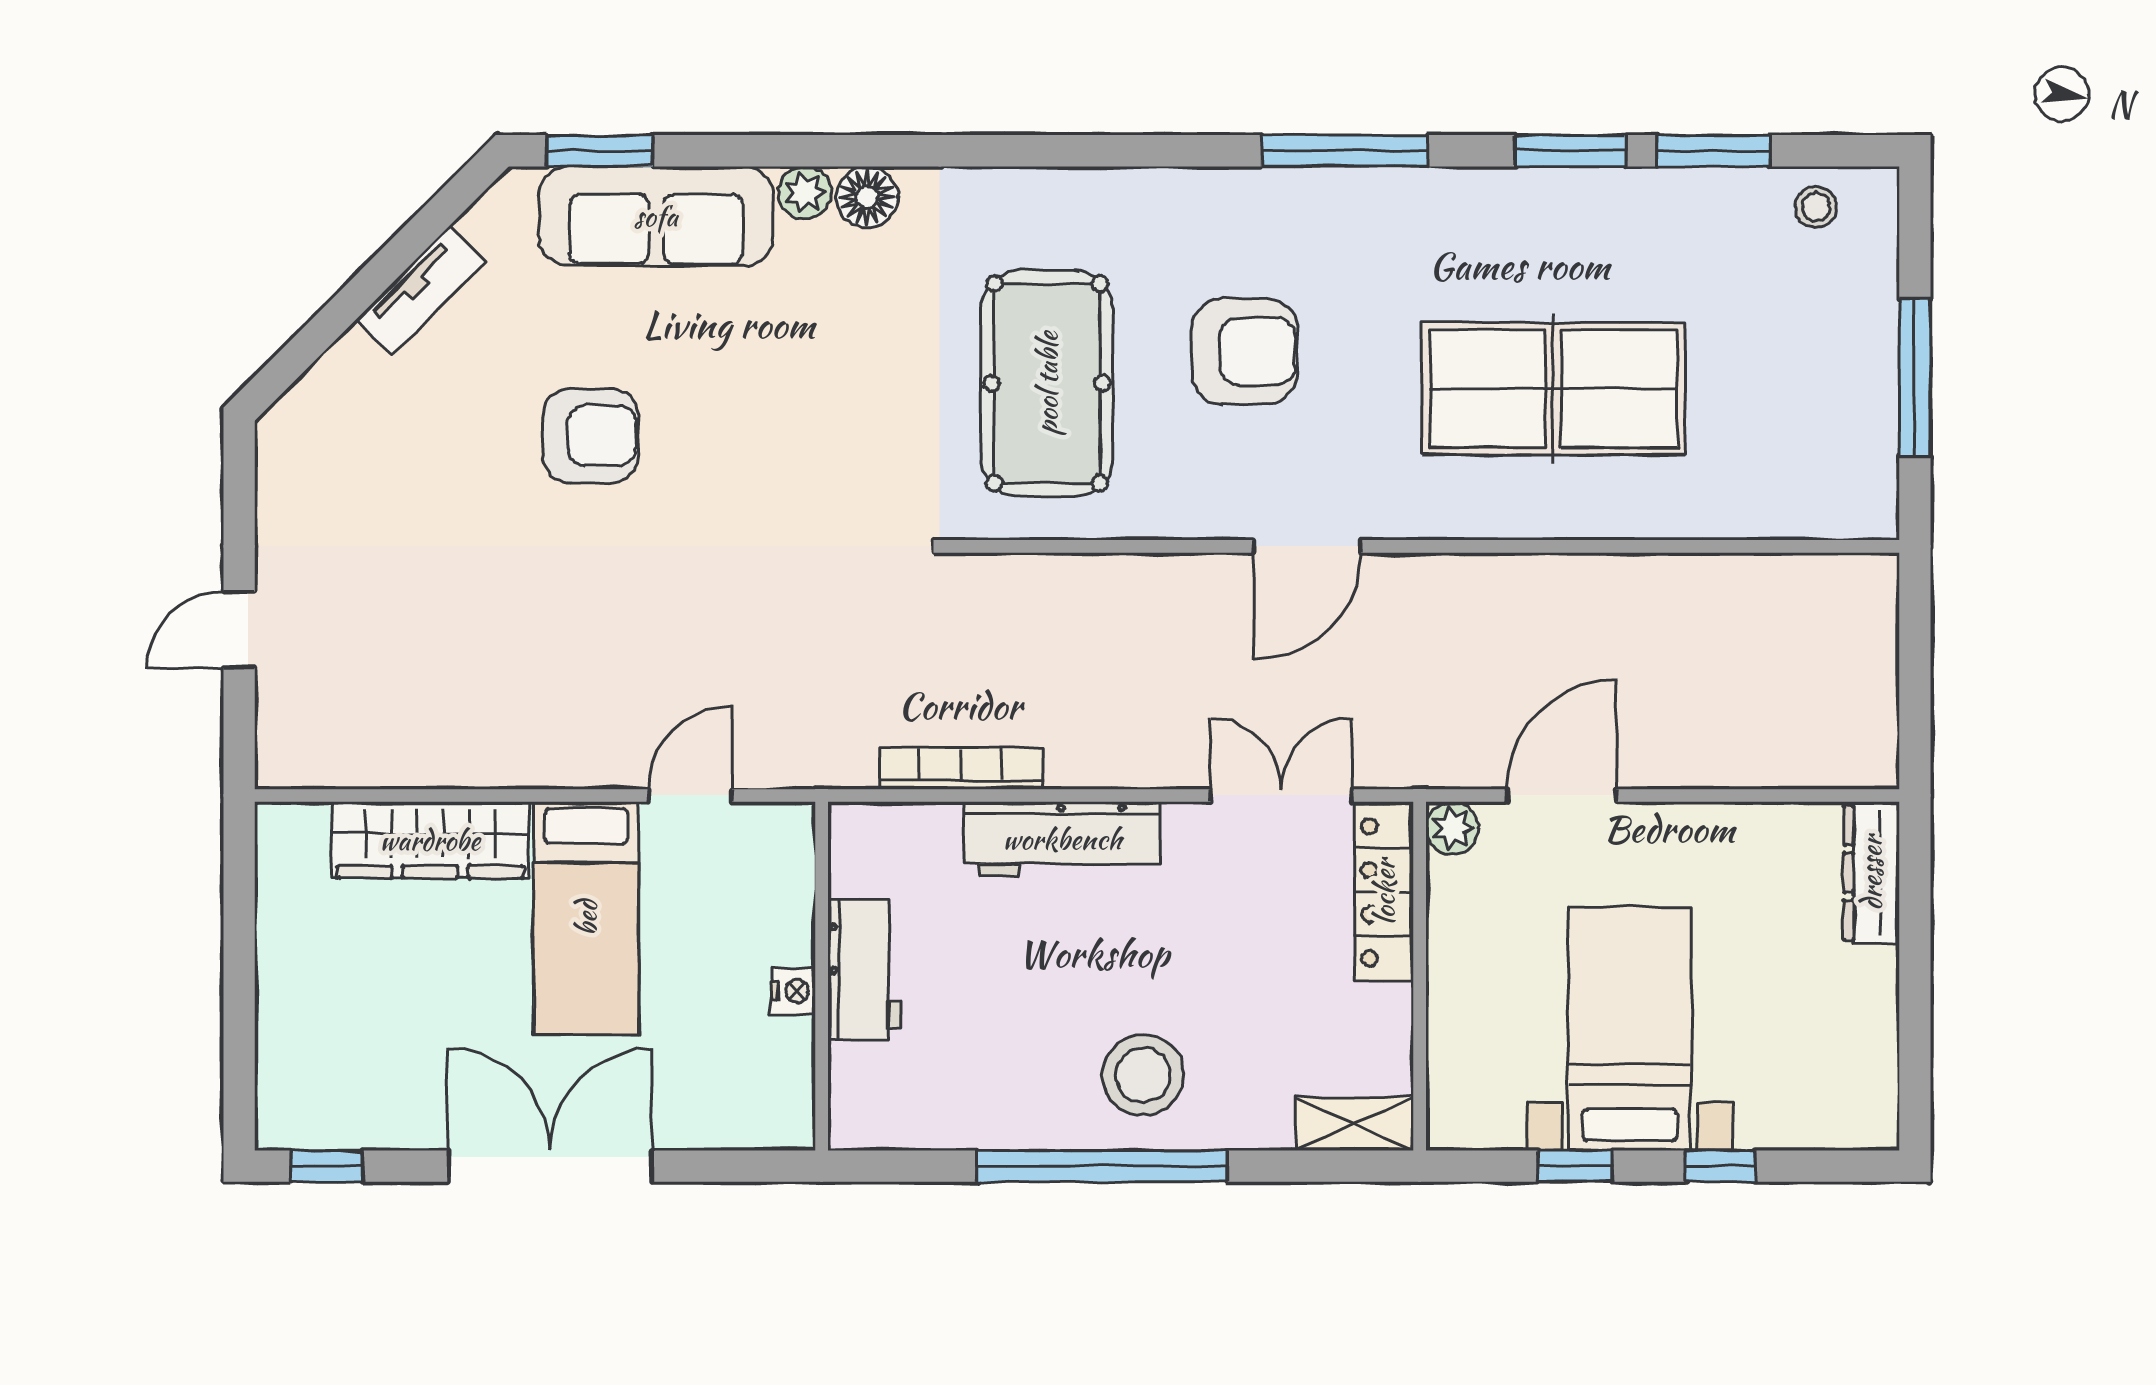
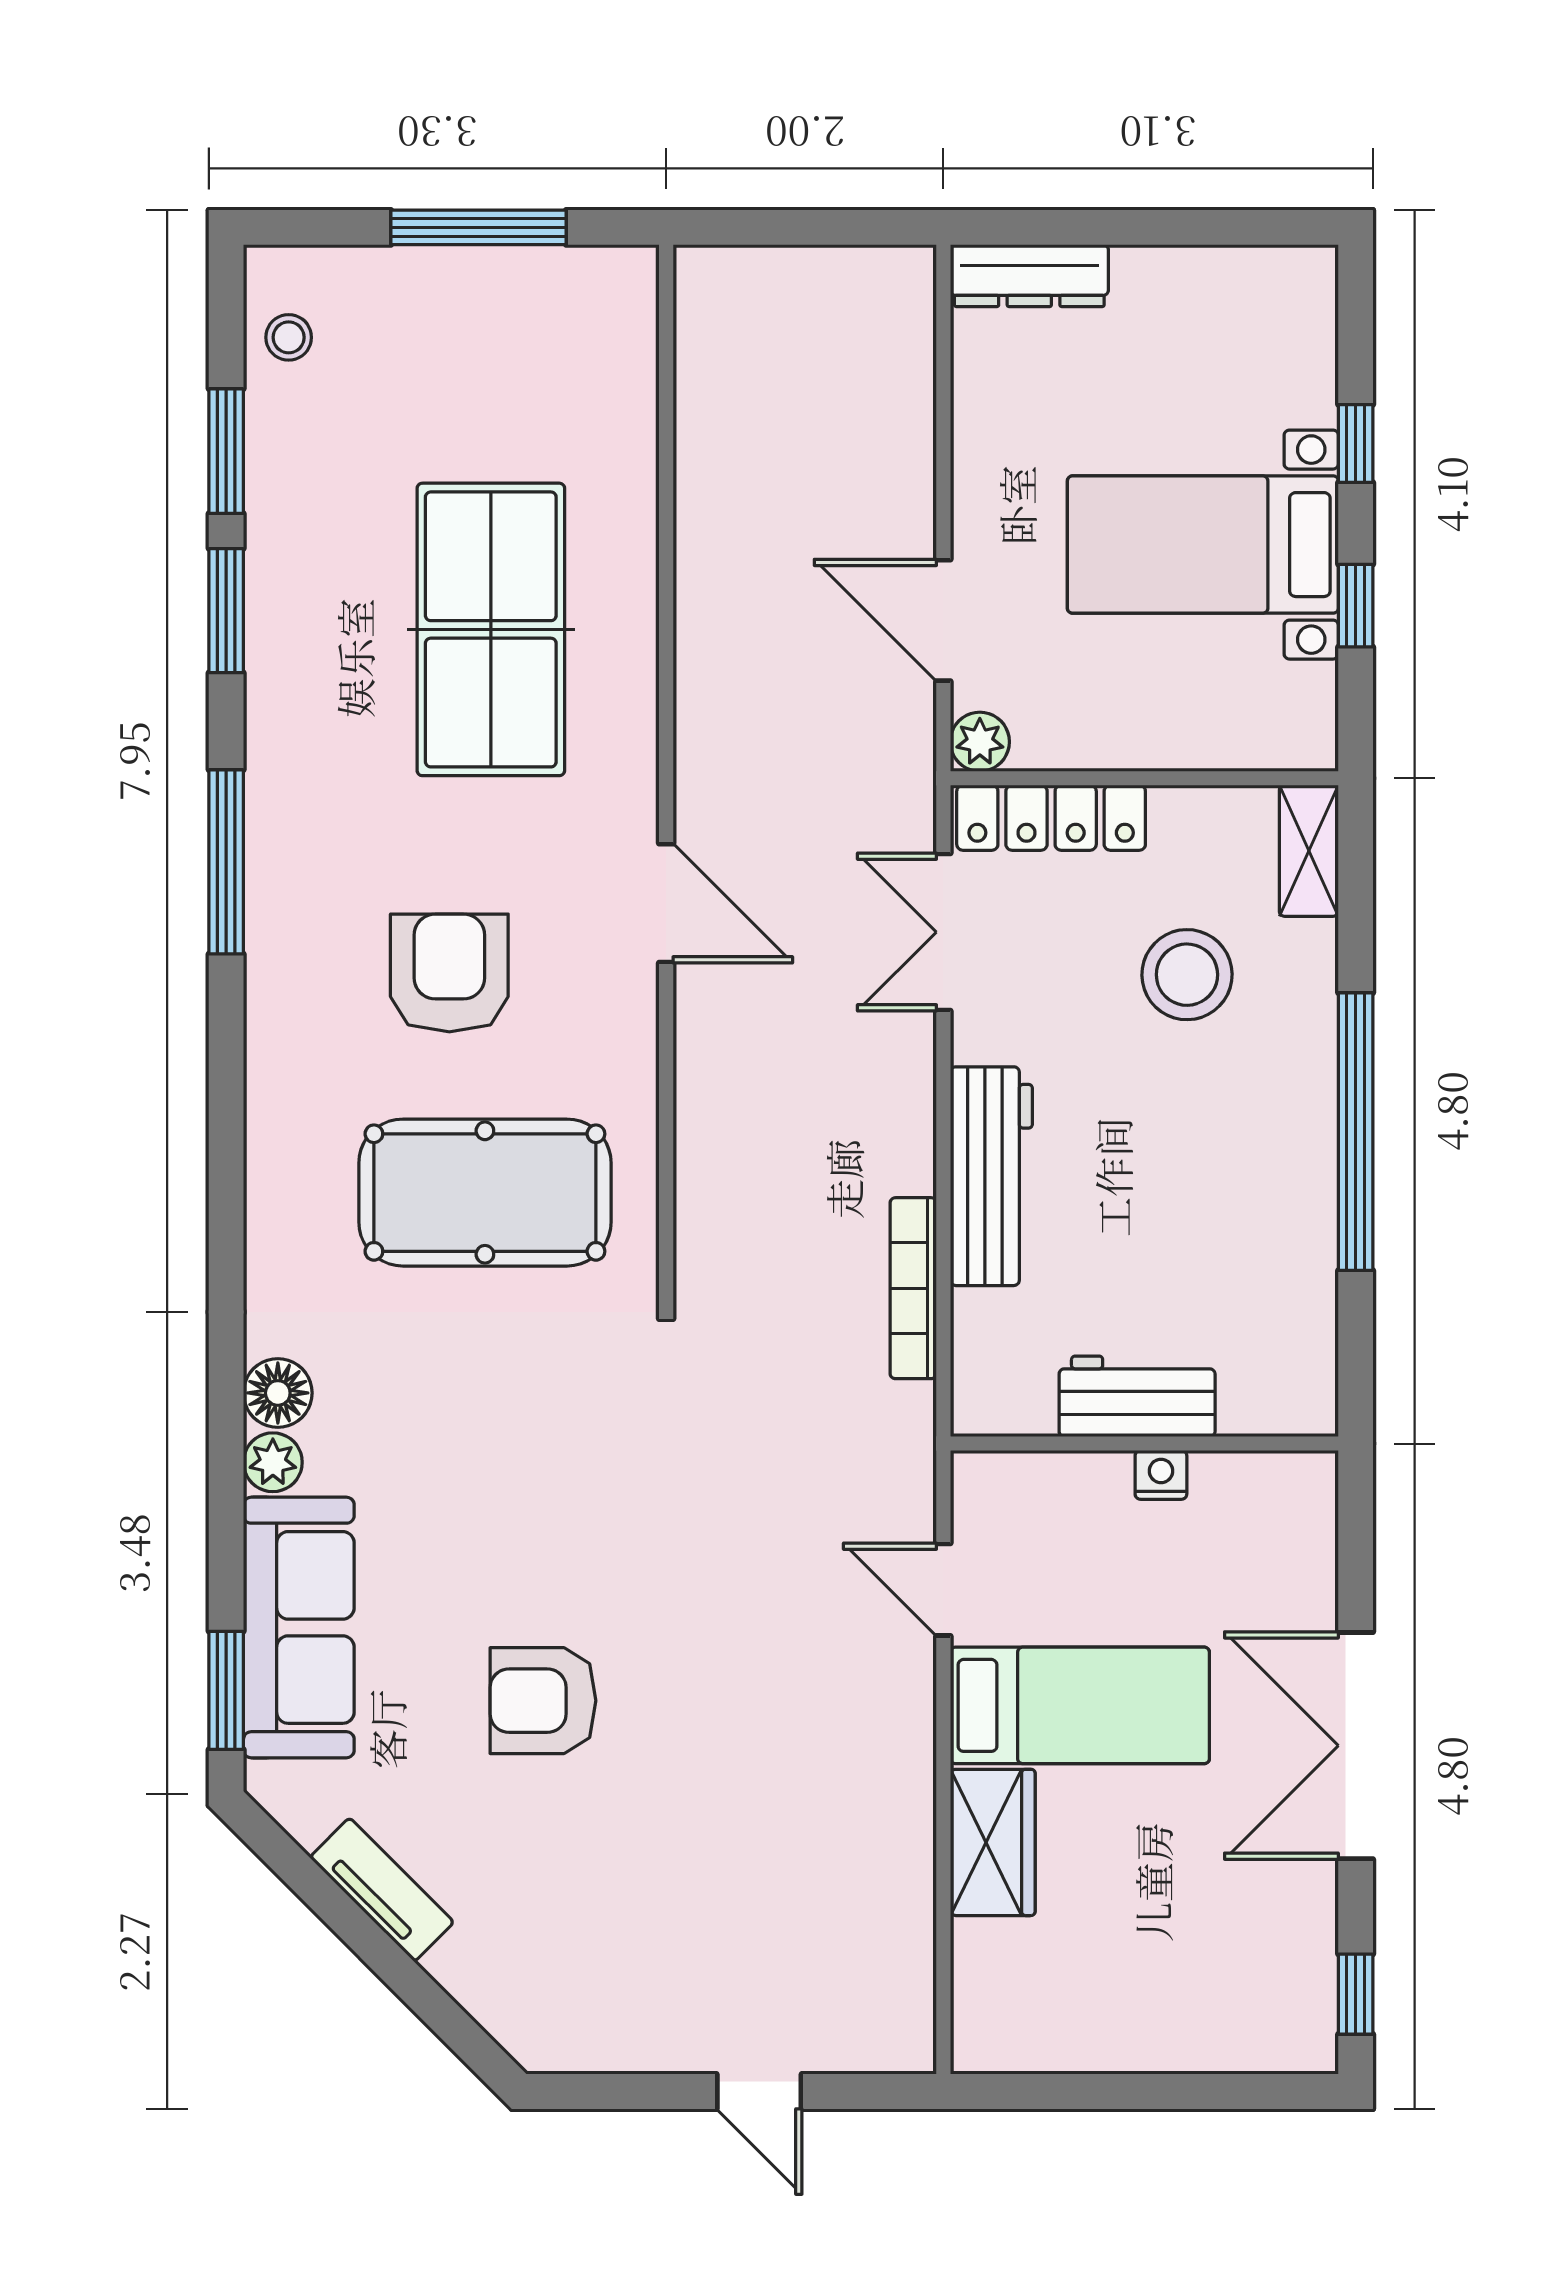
armchair: (590, 436) -> (543, 1701), turned -90
wardrobe: (430, 840) -> (993, 1842), width x0.67
stool: (1143, 1075) -> (1187, 975), moved

